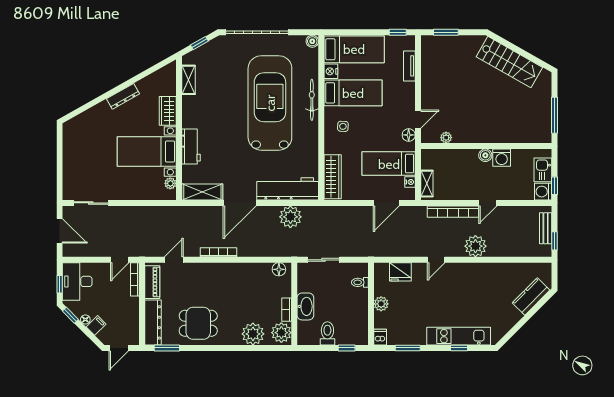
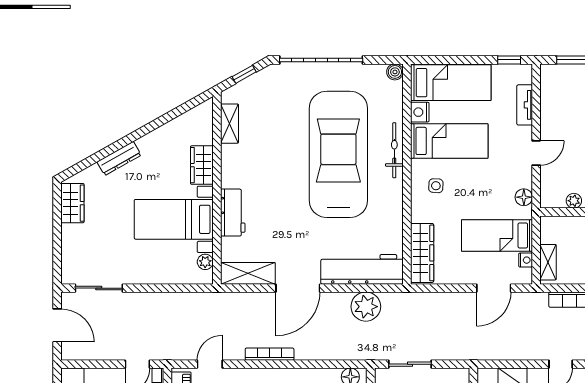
dresser: (123, 96) -> (119, 158), moved
door: (418, 119) -> (536, 153), moved
wardrobe: (71, 139) -> (72, 203), added

